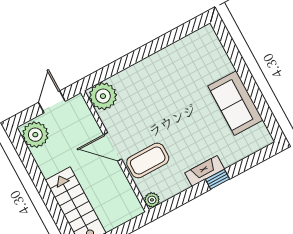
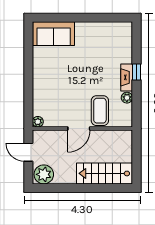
plant: (103, 96) -> (38, 122), width x0.53, depth x0.53
sofa: (235, 103) -> (54, 34), moved
plant: (152, 200) -> (127, 98), moved

